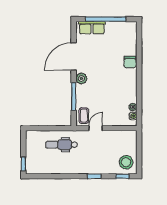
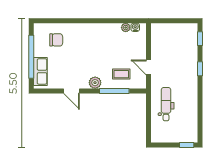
door: (74, 57) -> (72, 91), width x0.53
chair: (130, 62) -> (56, 40), moved
coffee table: (84, 116) -> (121, 74), moved
dental chair: (61, 145) -> (166, 104), turned 180
stool: (126, 162) -> (185, 35), removed

